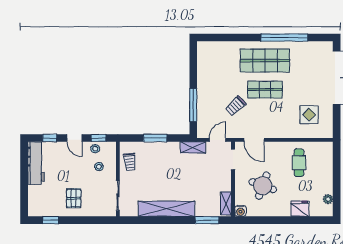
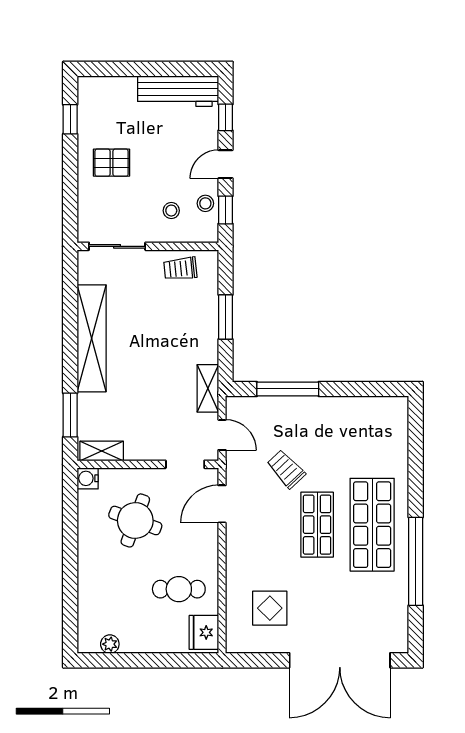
fridge: (300, 209) -> (204, 632), moved, turned 180

